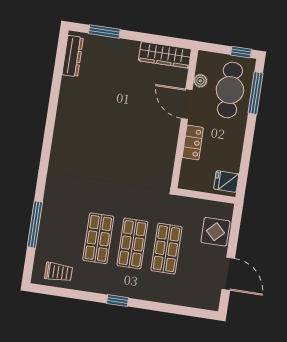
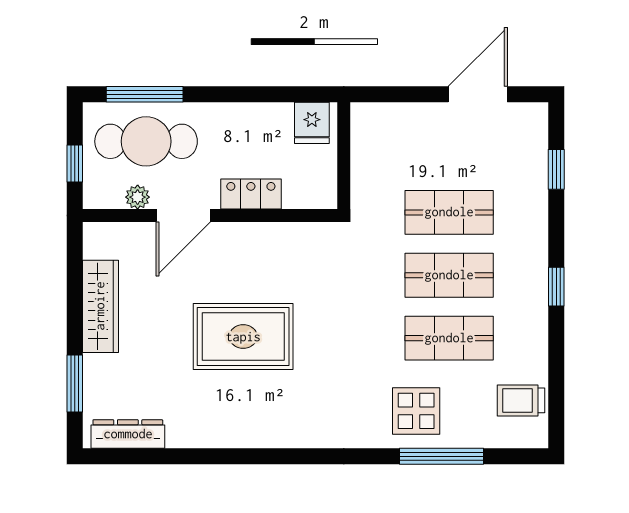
window: (241, 52) -> (75, 164), moved
wardrobe: (165, 55) -> (100, 306), moved
rug: (116, 127) -> (243, 337), added
display table: (215, 232) -> (416, 411), moved
trolley: (59, 272) -> (521, 400), turned -90
window: (181, 310) -> (556, 169), added

